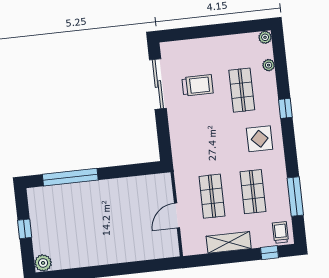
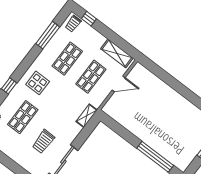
trolley: (197, 85) -> (43, 142), turned -90
shelving: (179, 153) -> (87, 116), added
shelving: (229, 242) -> (117, 53), moved

